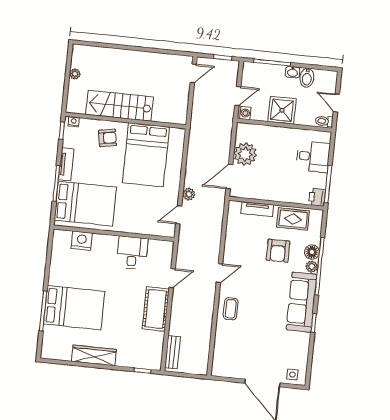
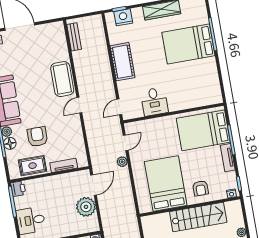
armchair: (107, 138) -> (201, 188), turned -80
nightstand: (82, 241) -> (123, 17), moved, turned 180
door: (172, 278) -> (119, 107), moved
coffee table: (231, 309) -> (62, 79), width x1.86, depth x1.72
bench: (172, 352) -> (74, 37), moved

